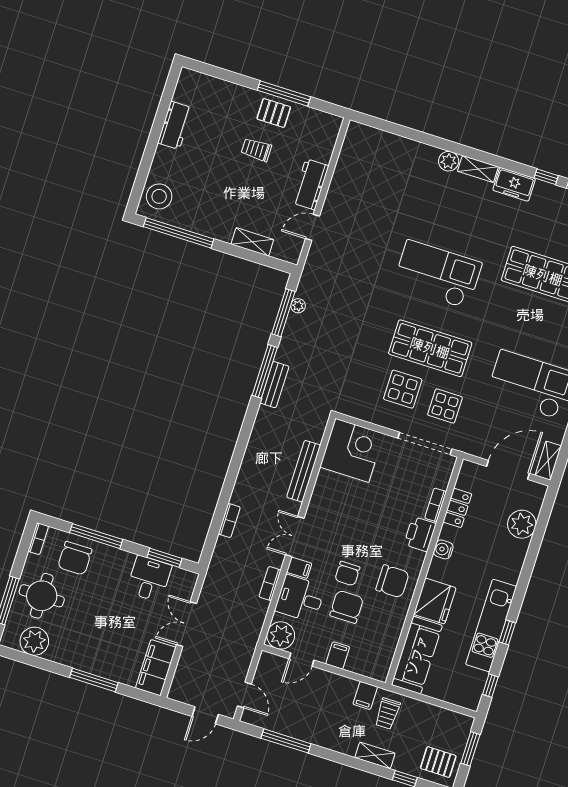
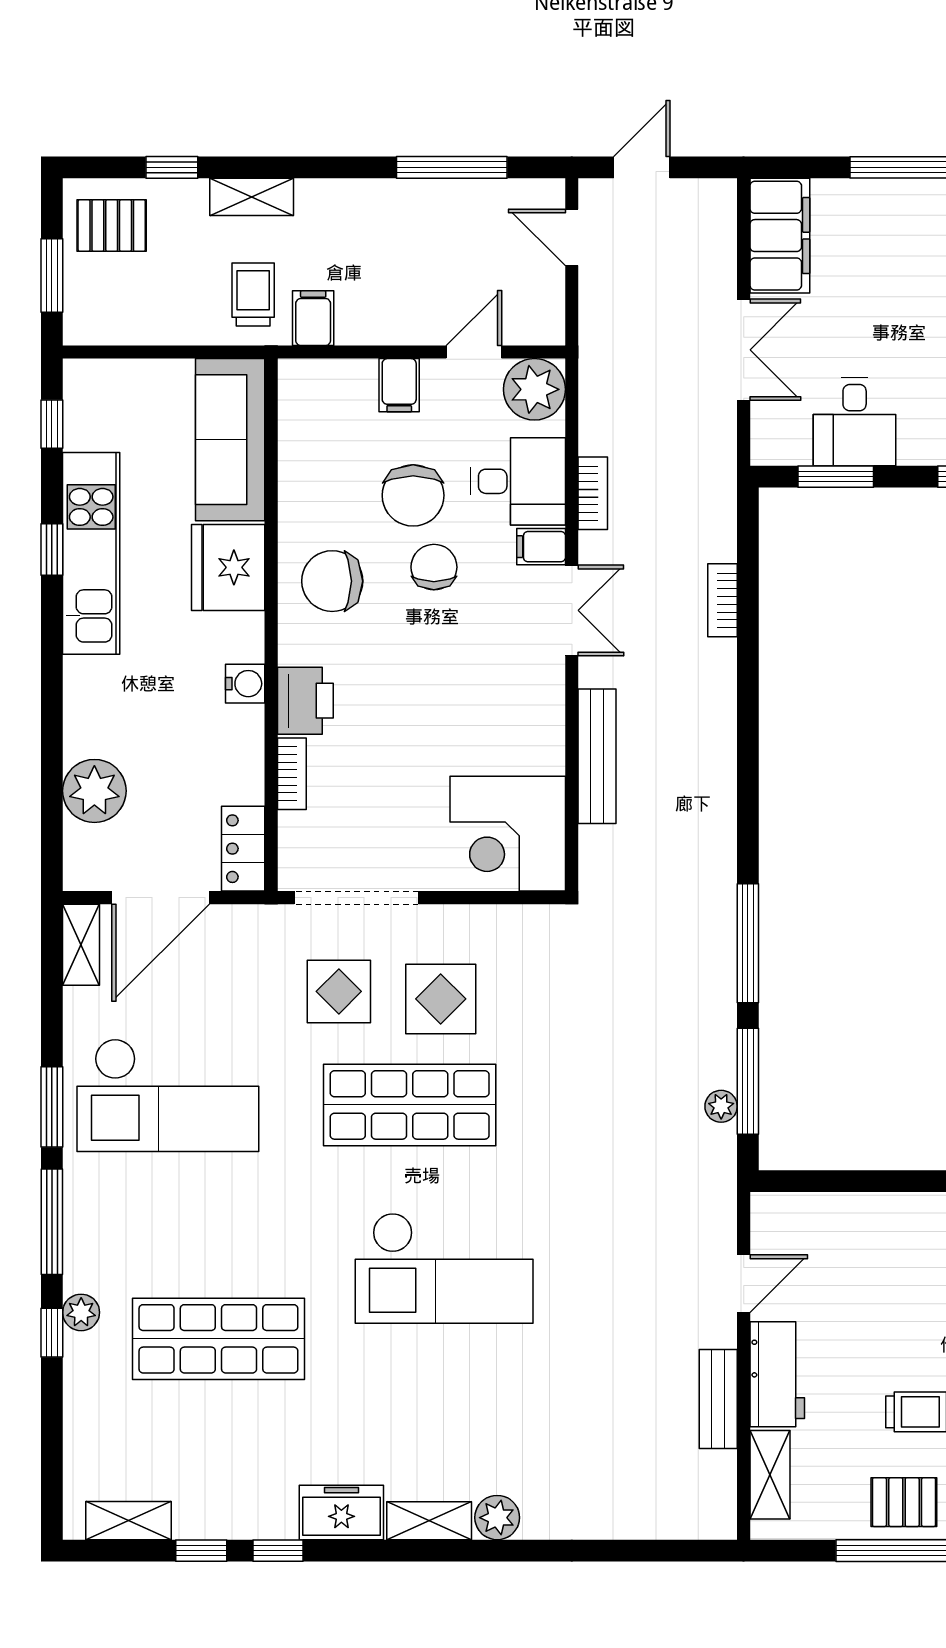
shelving: (252, 242) -> (770, 1475), moved, turned 90
bench: (274, 385) -> (718, 1399), moved
locker: (457, 508) -> (243, 849), moved

